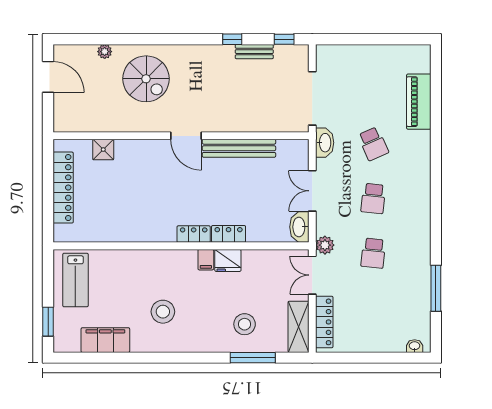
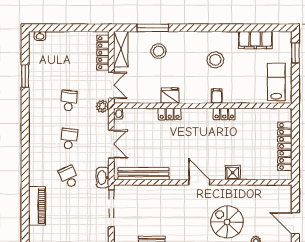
bench: (239, 148) -> (143, 174), moved
shower: (103, 150) -> (233, 173), moved
washbasin: (299, 227) -> (118, 114), width x0.52, depth x0.69
locker: (194, 234) -> (224, 114), moved
filing cabinet: (206, 260) -> (217, 96), moved
window: (436, 288) -> (25, 76), width x0.69

